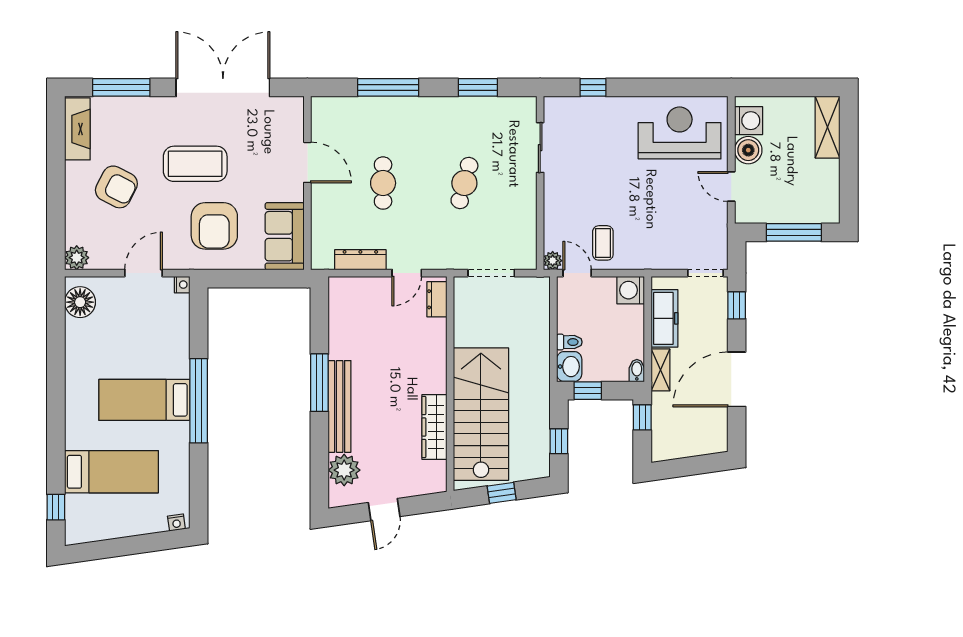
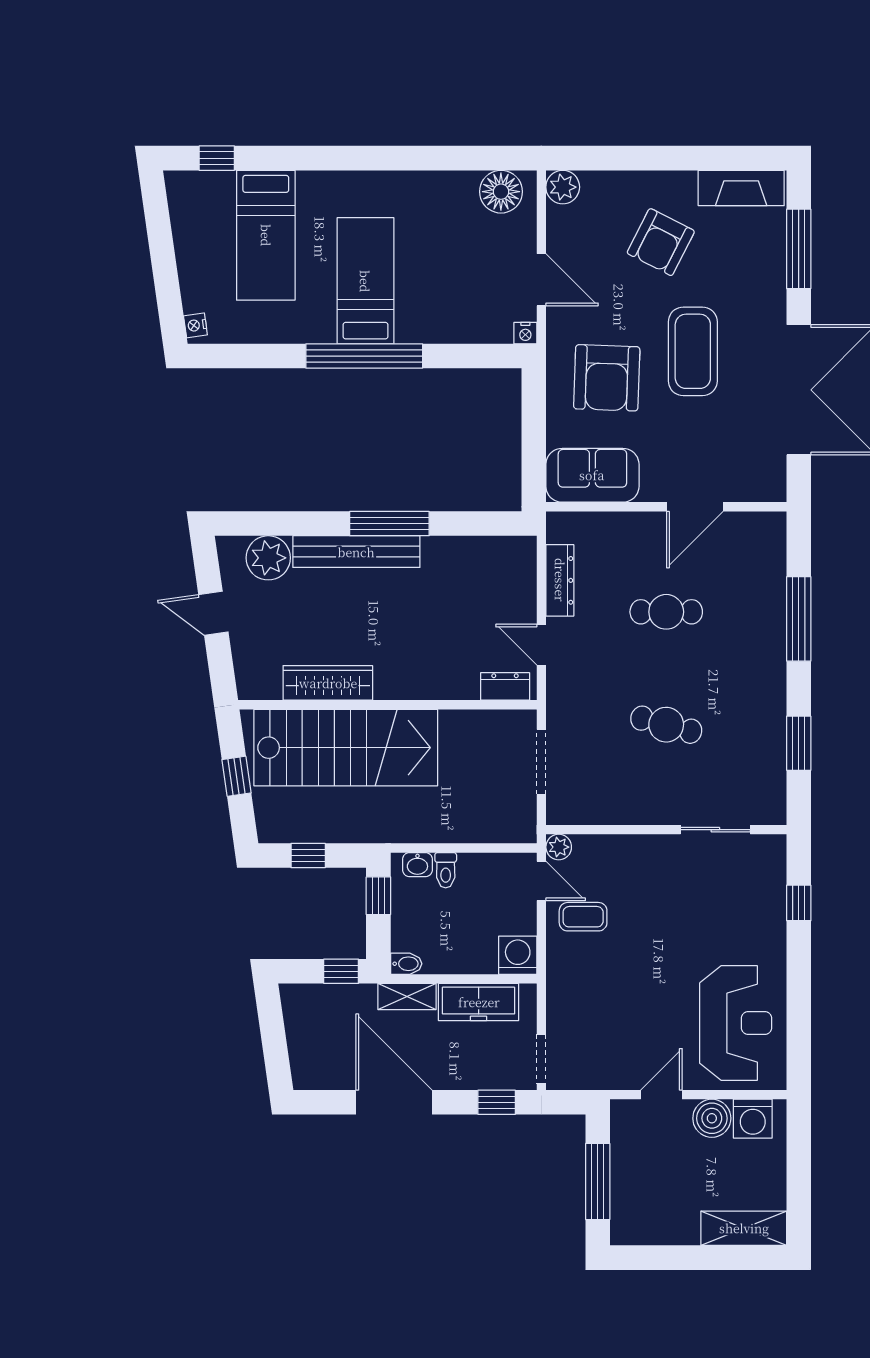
armchair: (214, 226) -> (607, 378), turned -88
door: (577, 273) -> (541, 881), hinge flipped
washbasin: (569, 367) -> (417, 865), width x0.72, depth x0.69

